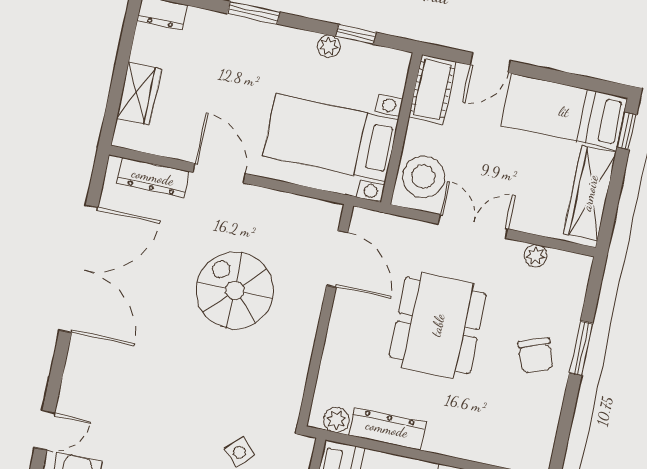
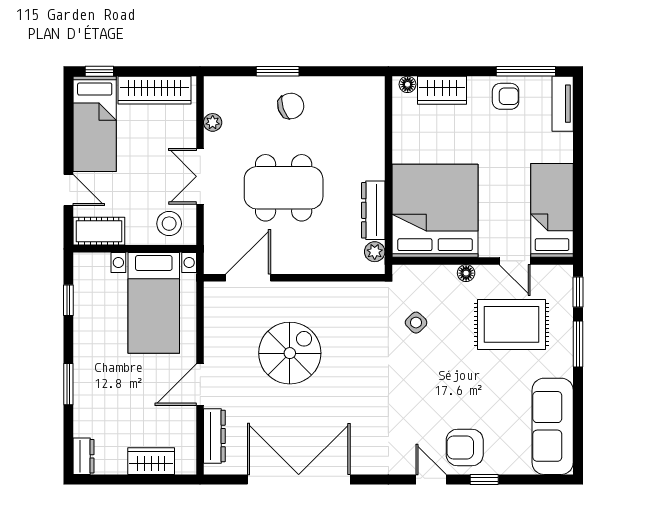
plant: (329, 46) -> (82, 320), removed
stool: (424, 177) -> (169, 224), width x0.73, depth x0.73
spiral stairs: (235, 290) -> (290, 353), turned 180

